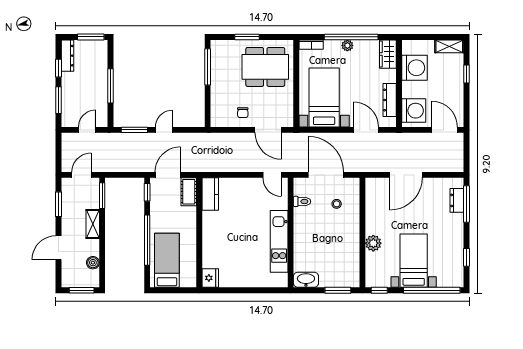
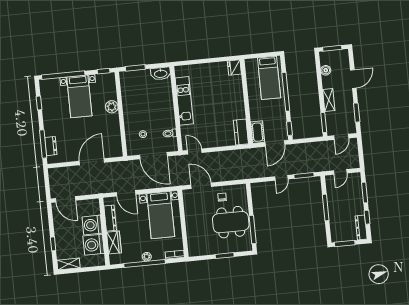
wardrobe: (388, 54) -> (114, 243), moved
dining table: (265, 67) -> (231, 222), moved
washing machine: (414, 111) -> (92, 225), moved

